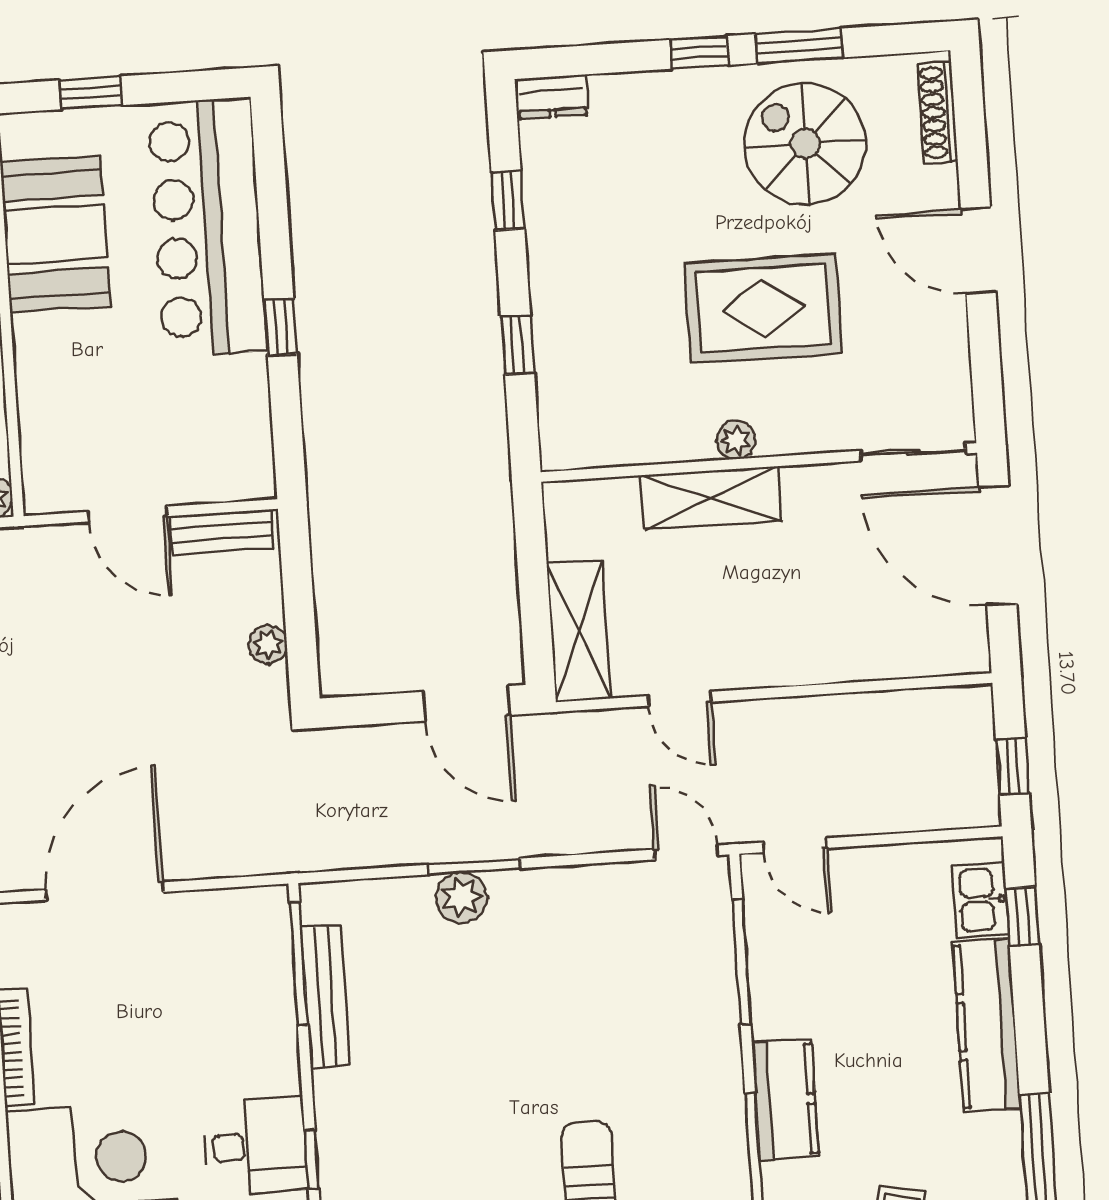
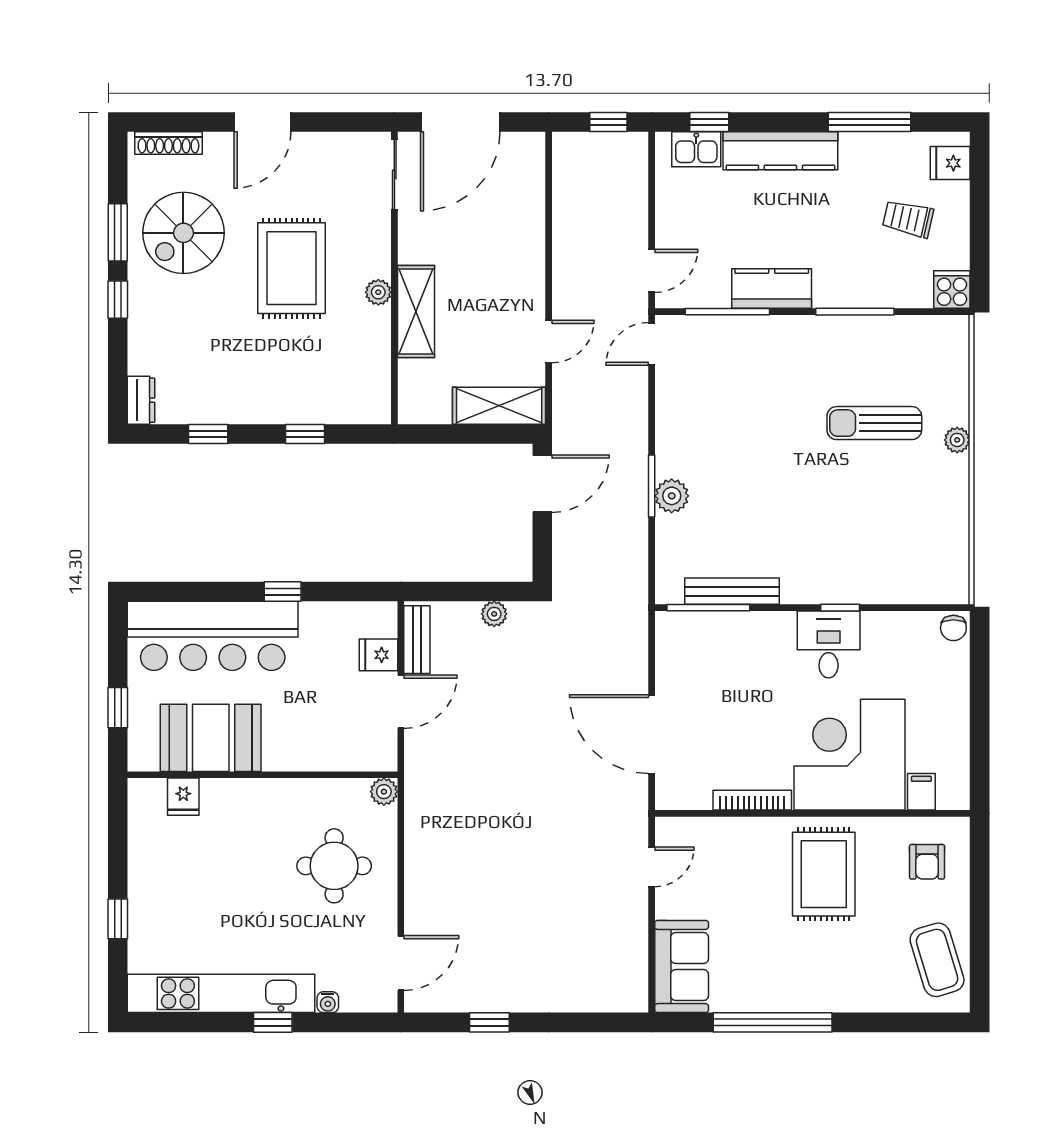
fridge: (196, 476) -> (378, 655), added
kitchen counter: (785, 1100) -> (772, 289), moved

